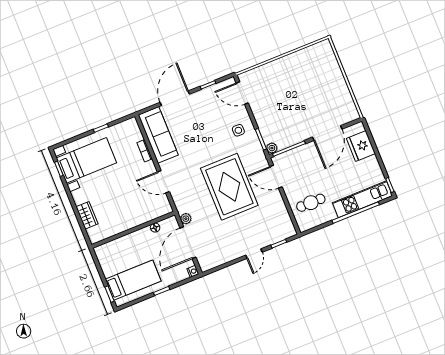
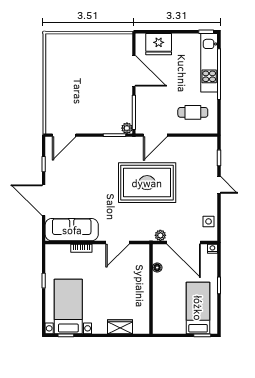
side table: (238, 130) -> (209, 221), moved
cafe table: (311, 203) -> (193, 112), turned 90

